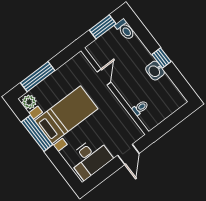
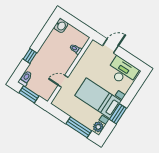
window: (161, 58) -> (30, 56), moved
washbasin: (155, 71) -> (61, 26), moved
window: (37, 133) -> (118, 114), width x0.69

